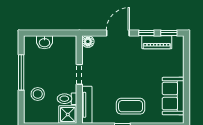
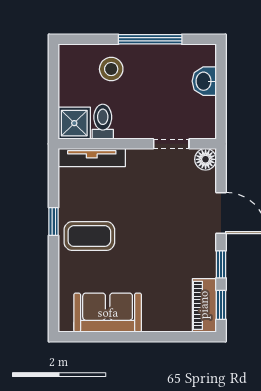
piano: (157, 42) -> (204, 305), moved
doorway: (79, 74) -> (171, 144), moved
coffee table: (131, 106) -> (89, 236), turned 90

